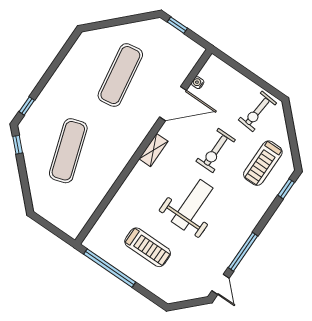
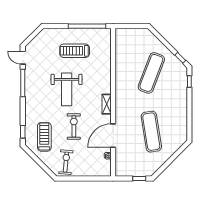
exercise mat: (68, 151) -> (151, 73), turned 39

